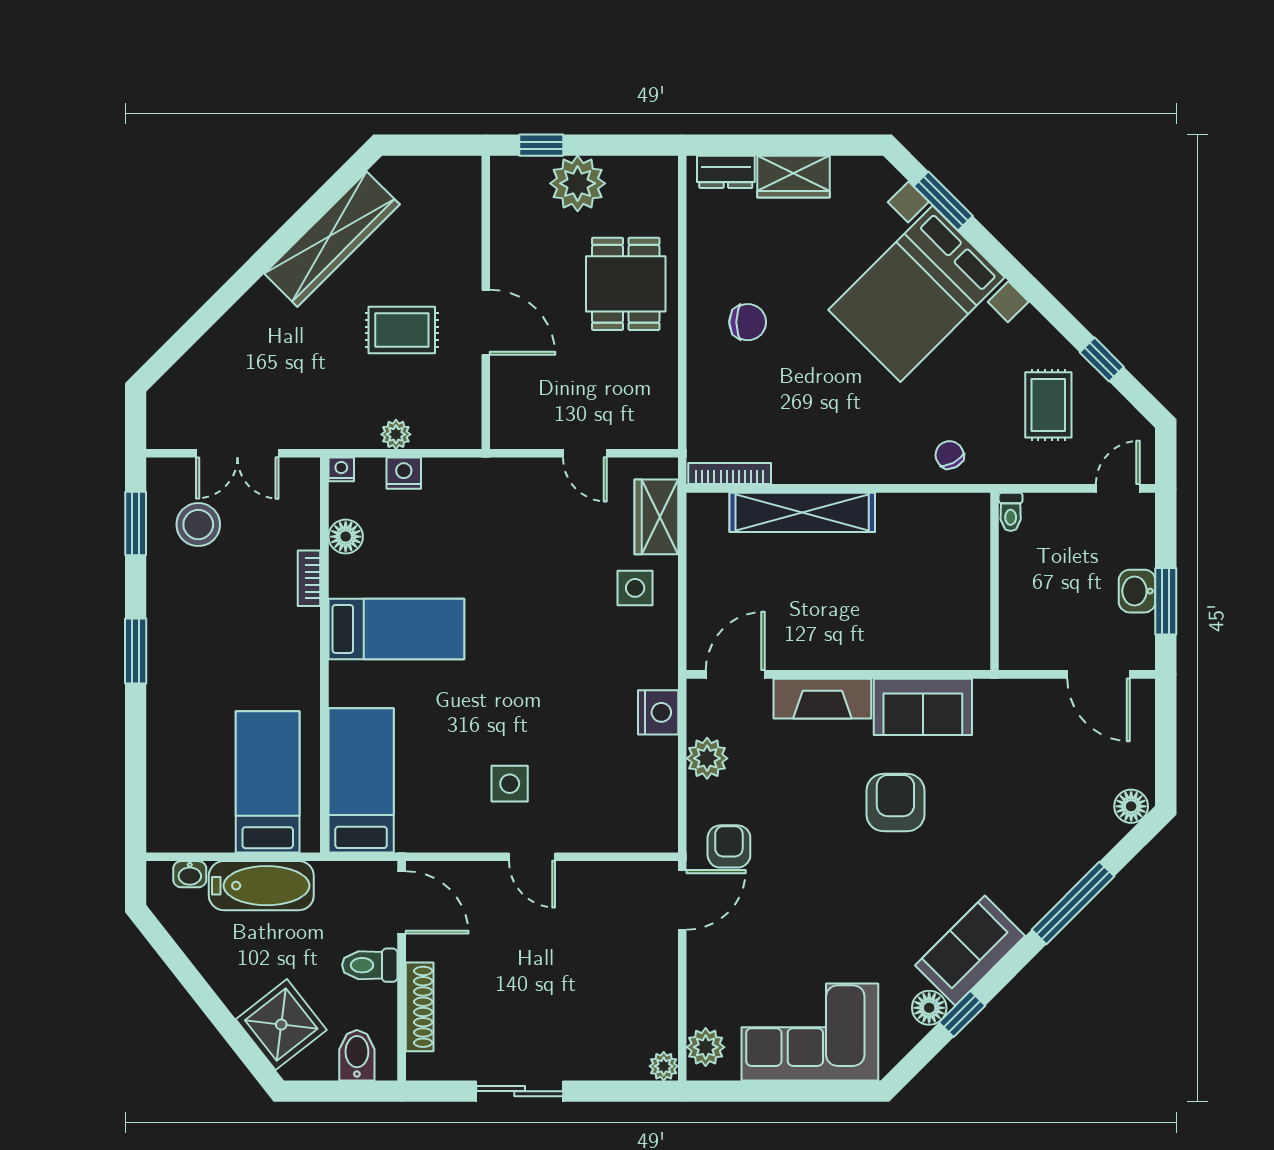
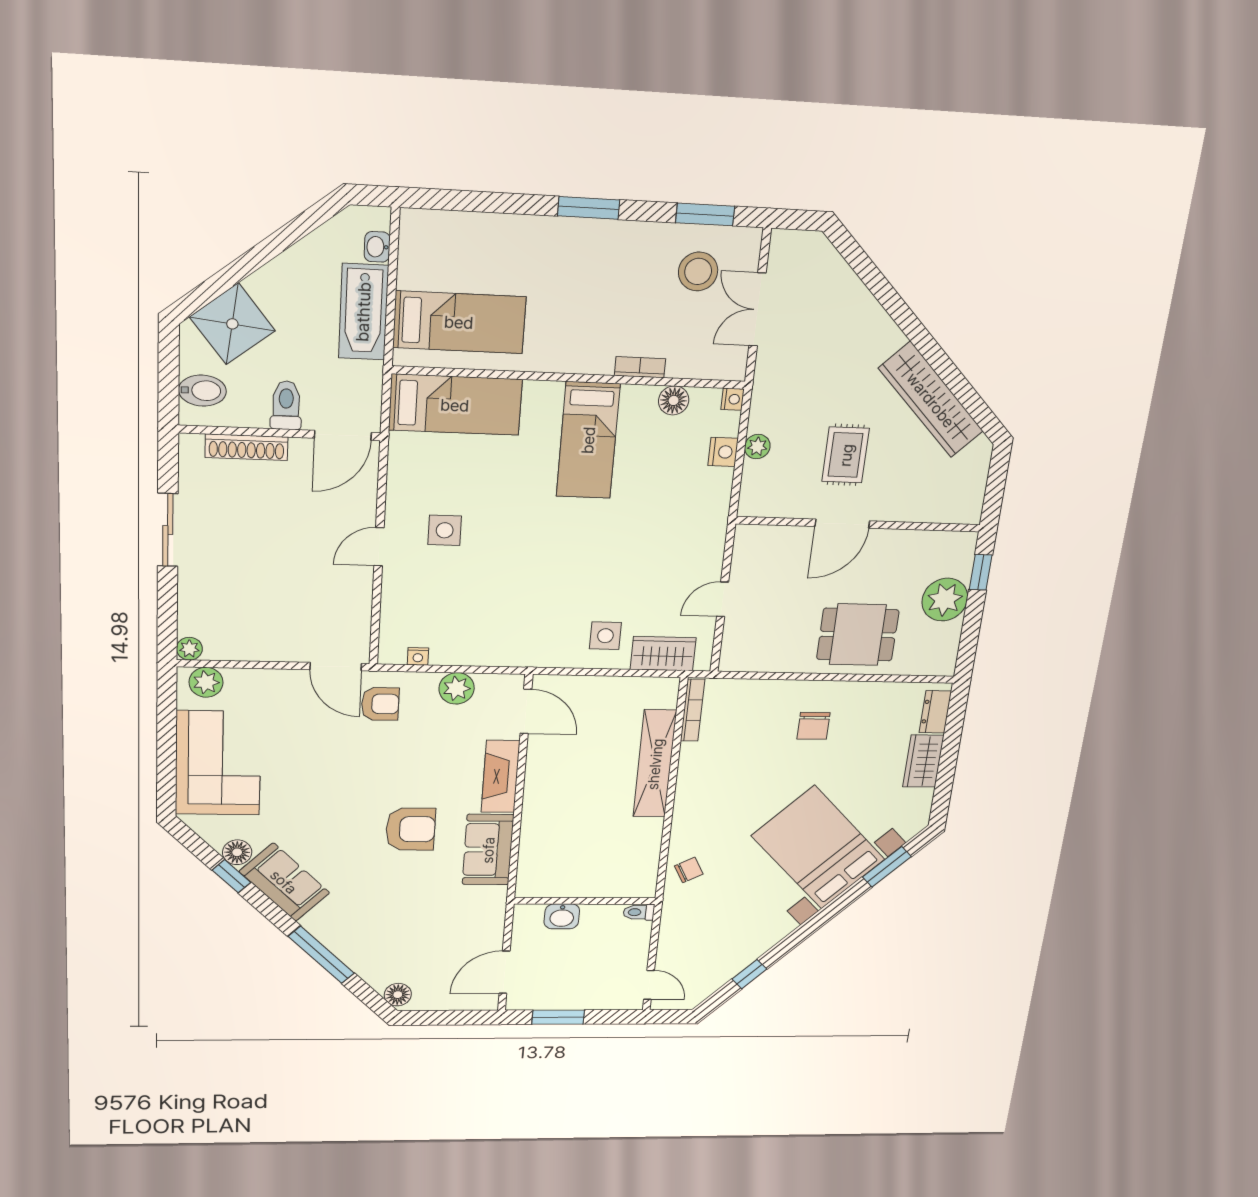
rug: (1048, 405) -> (719, 938), removed
washbasin: (1137, 591) -> (562, 916), moved, turned 180
nightstand: (658, 712) -> (418, 656), moved, width x0.53, depth x0.56

